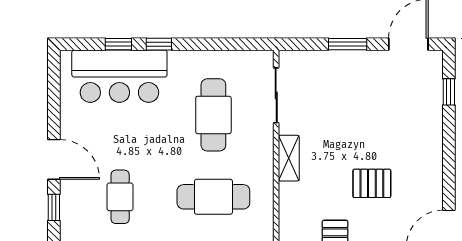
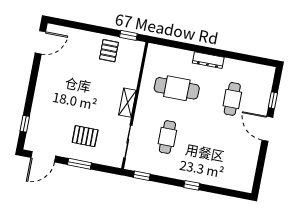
window: (118, 44) -> (142, 176), moved
bar counter: (119, 76) -> (219, 171), removed
cafe table: (213, 115) -> (167, 137), width x0.73, depth x0.74
pallet: (372, 183) -> (85, 136), moved

